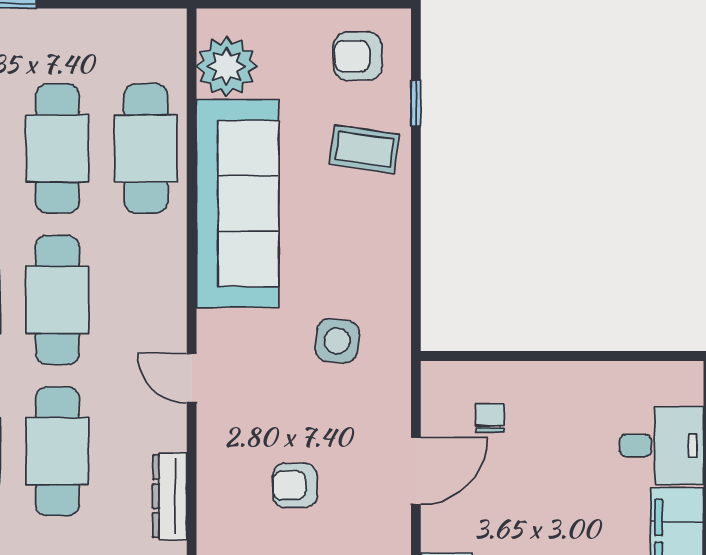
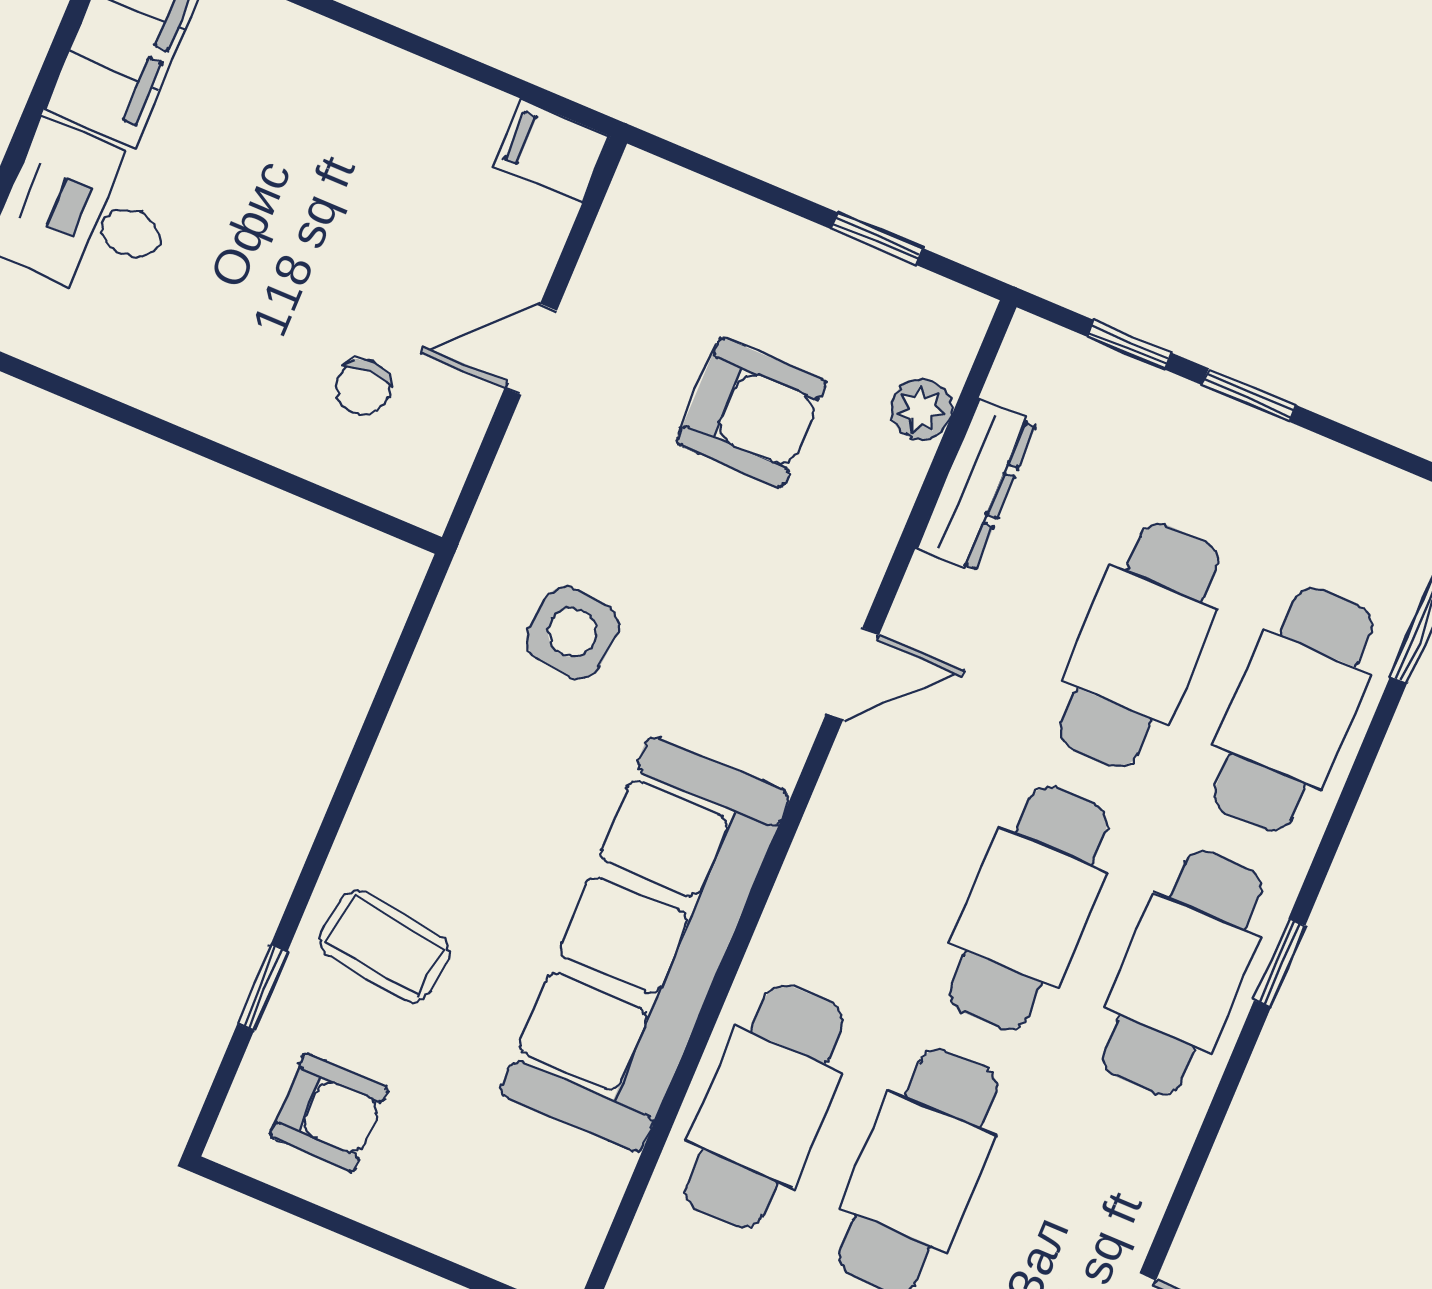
plant: (226, 66) -> (921, 409), moved, width x0.53, depth x0.53
door: (192, 378) -> (853, 674), hinge flipped
door: (416, 471) -> (531, 349), width x0.73
armchair: (295, 485) -> (751, 413), width x1.38, depth x1.38

